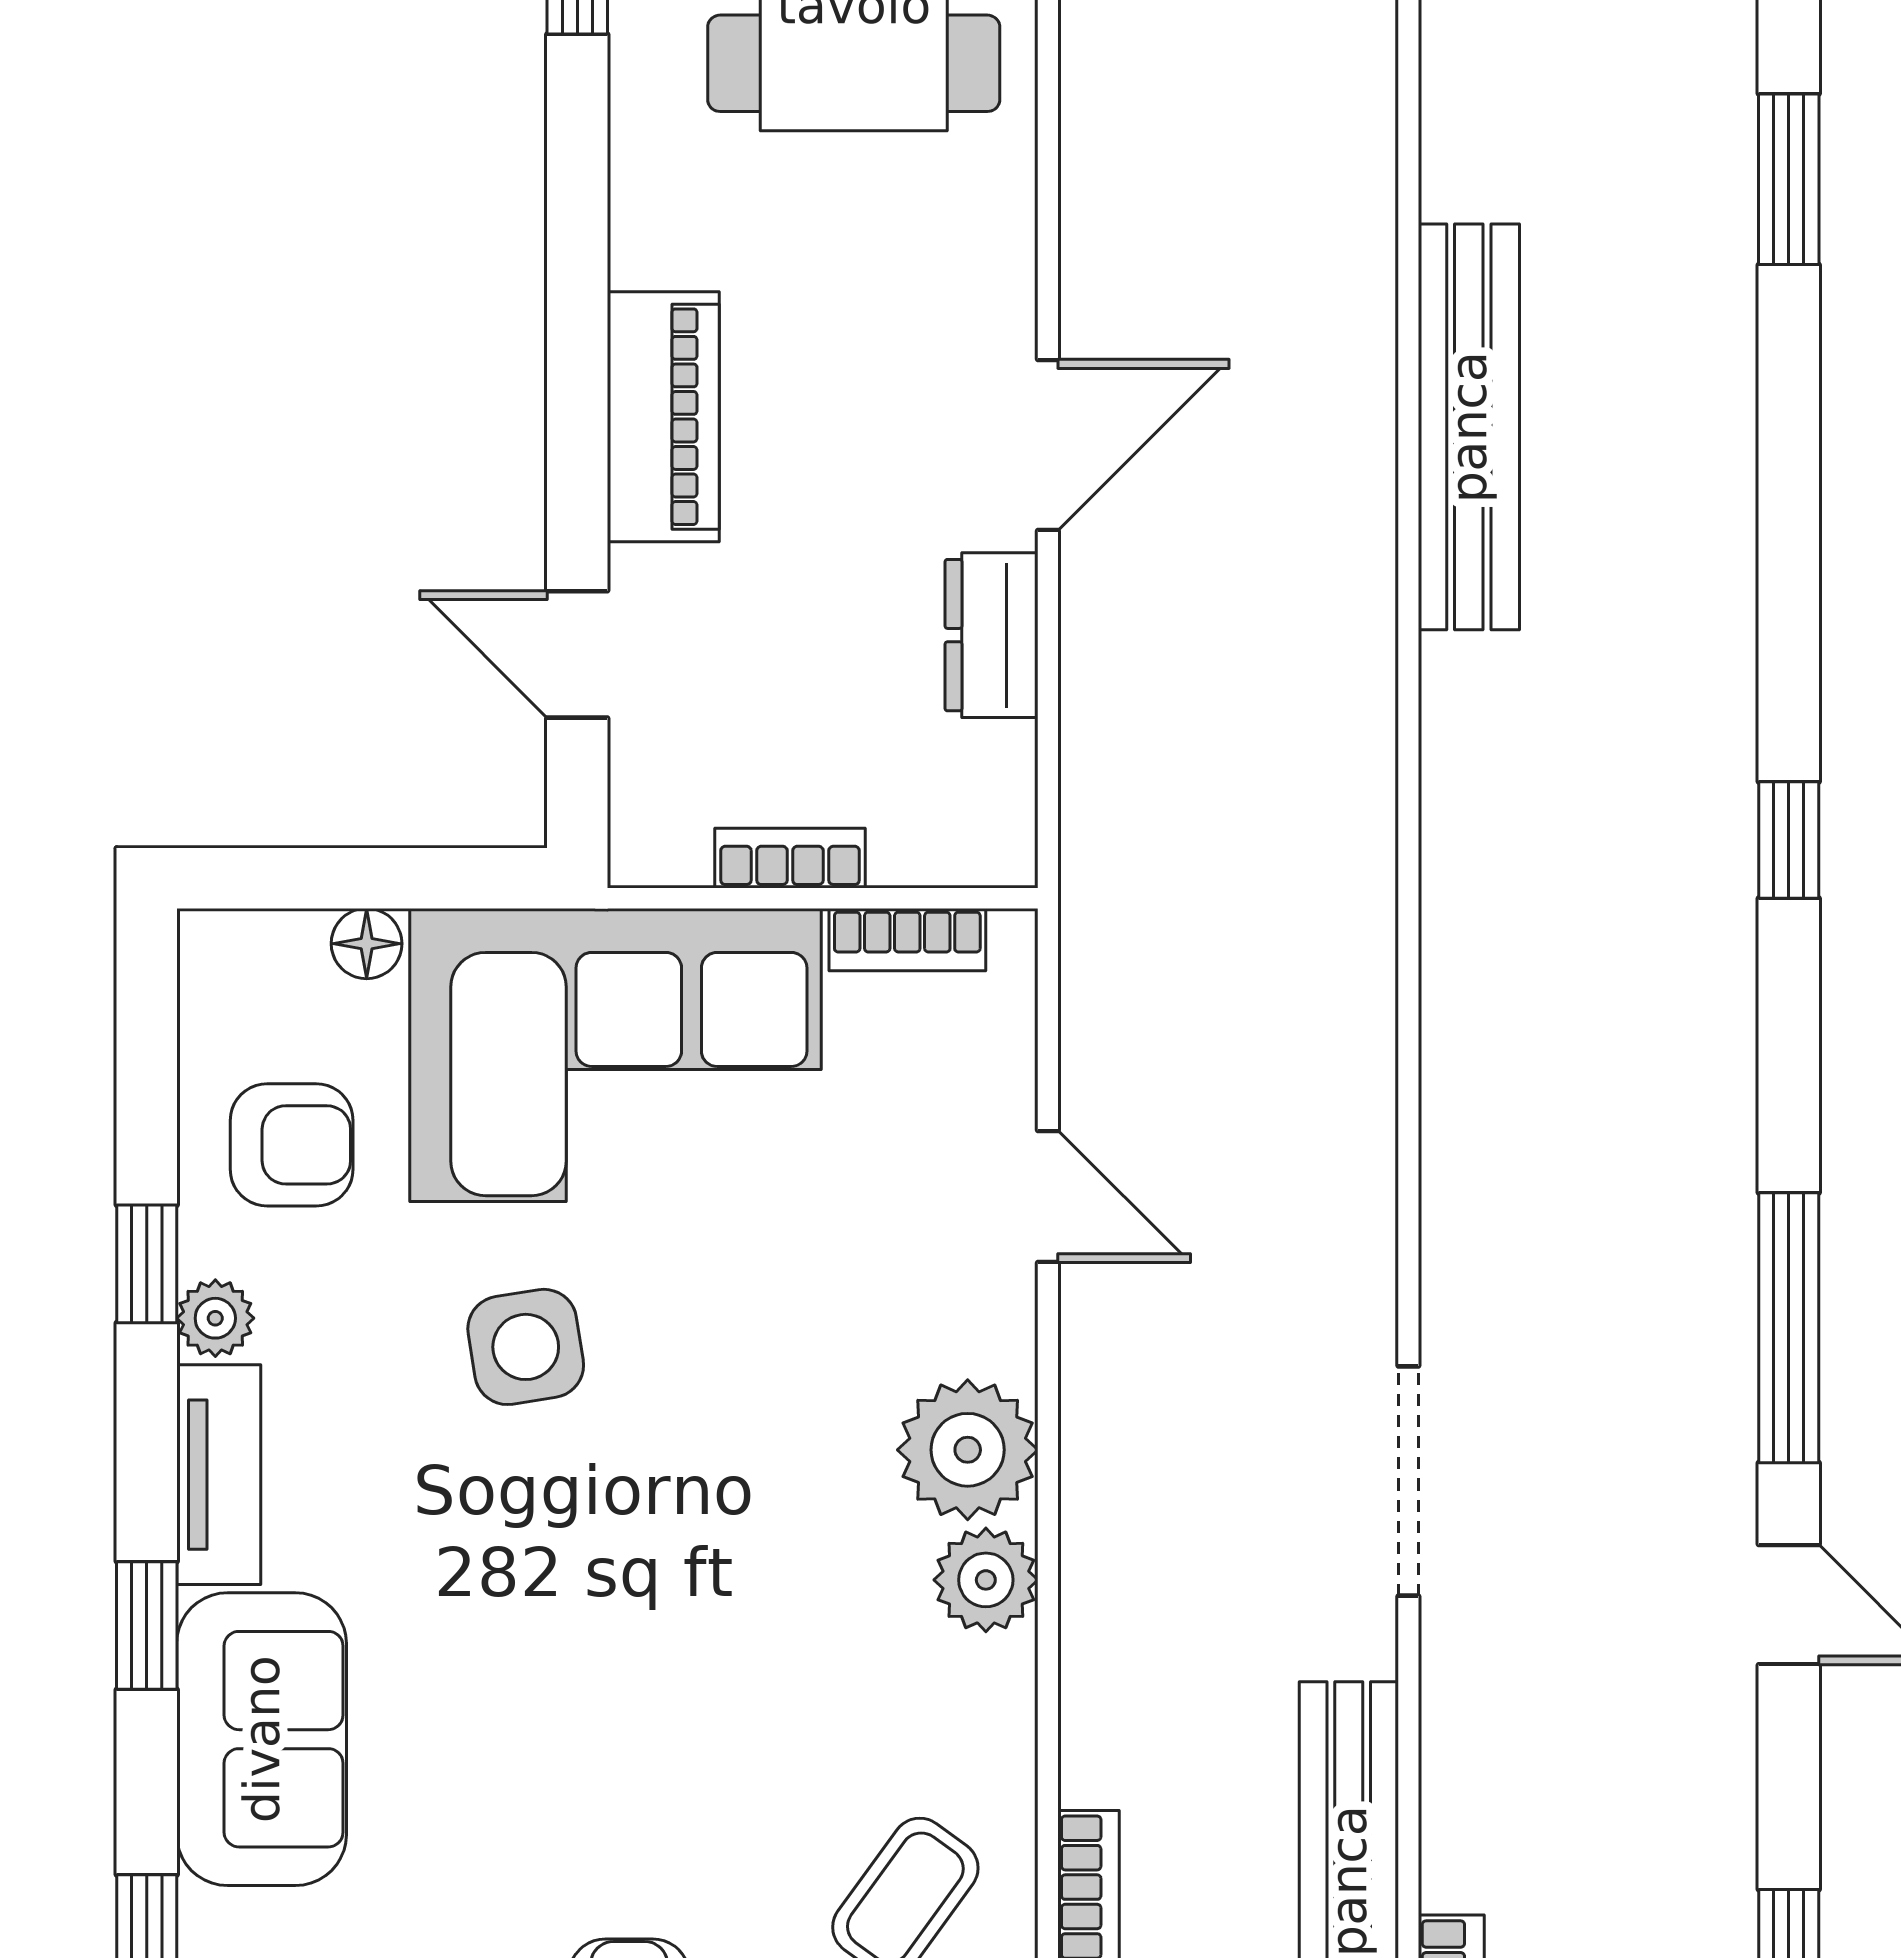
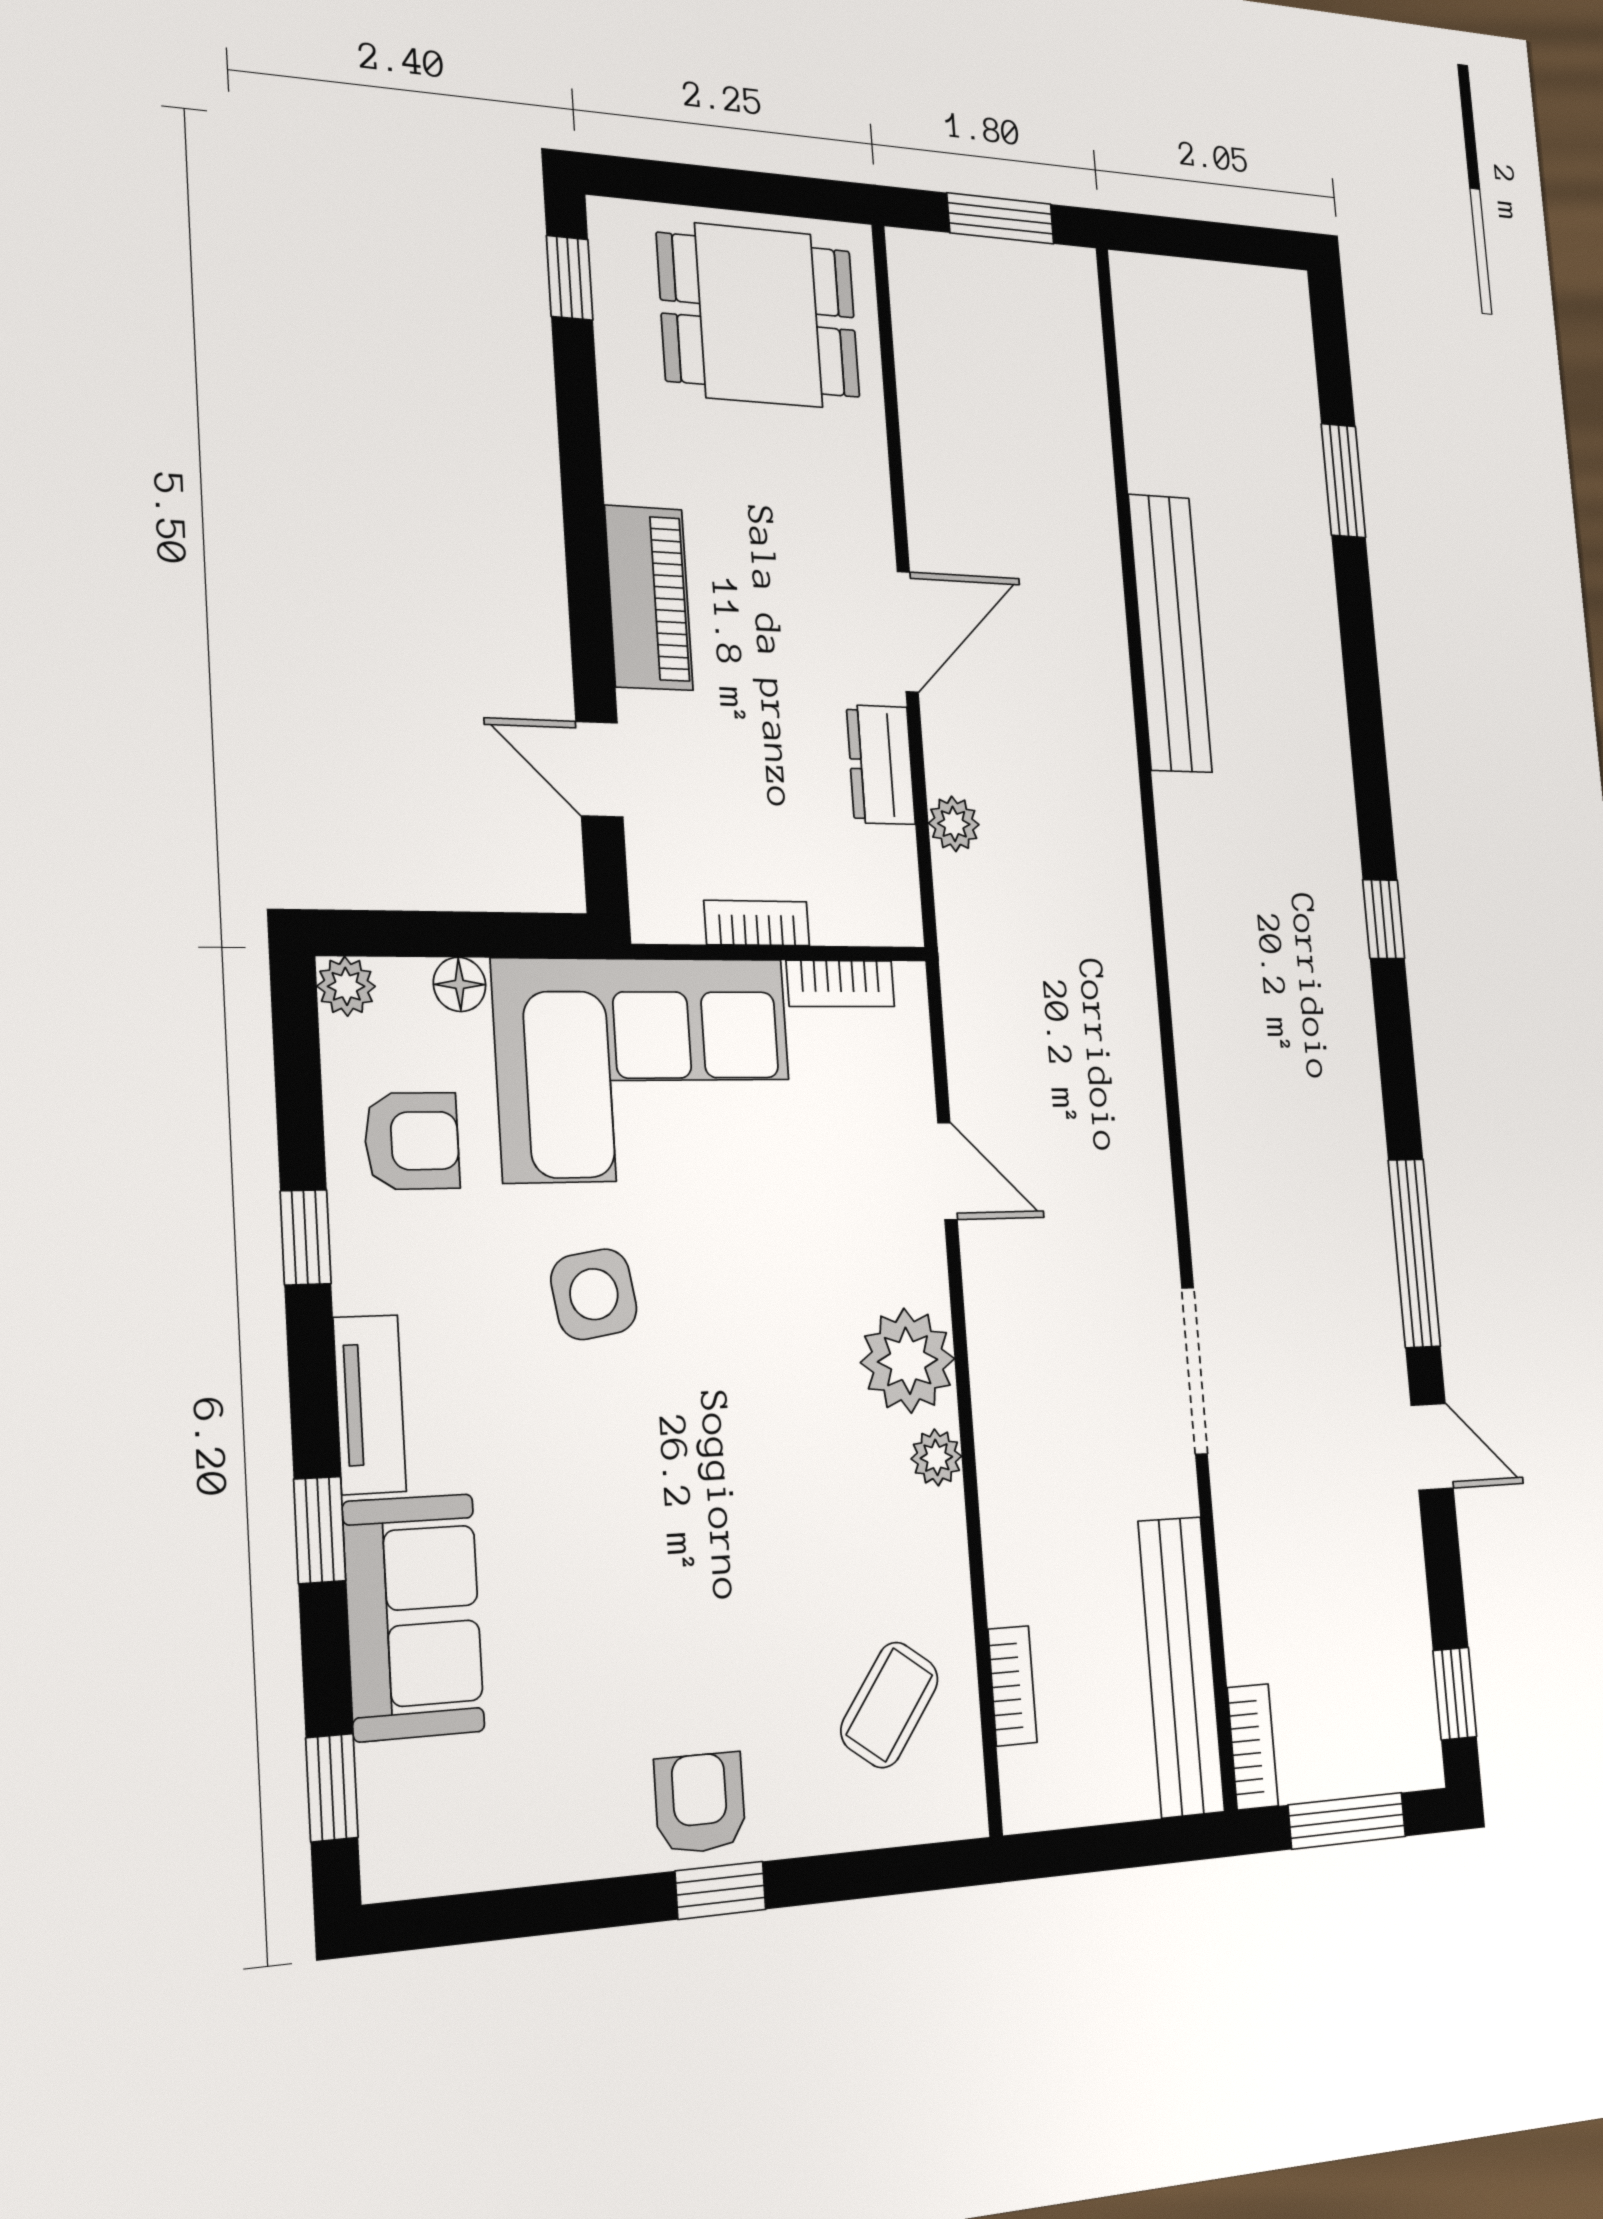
plant: (1097, 715) -> (954, 824), added
plant: (215, 1318) -> (346, 986), moved
plant: (986, 1580) -> (936, 1457), width x0.73, depth x0.73

